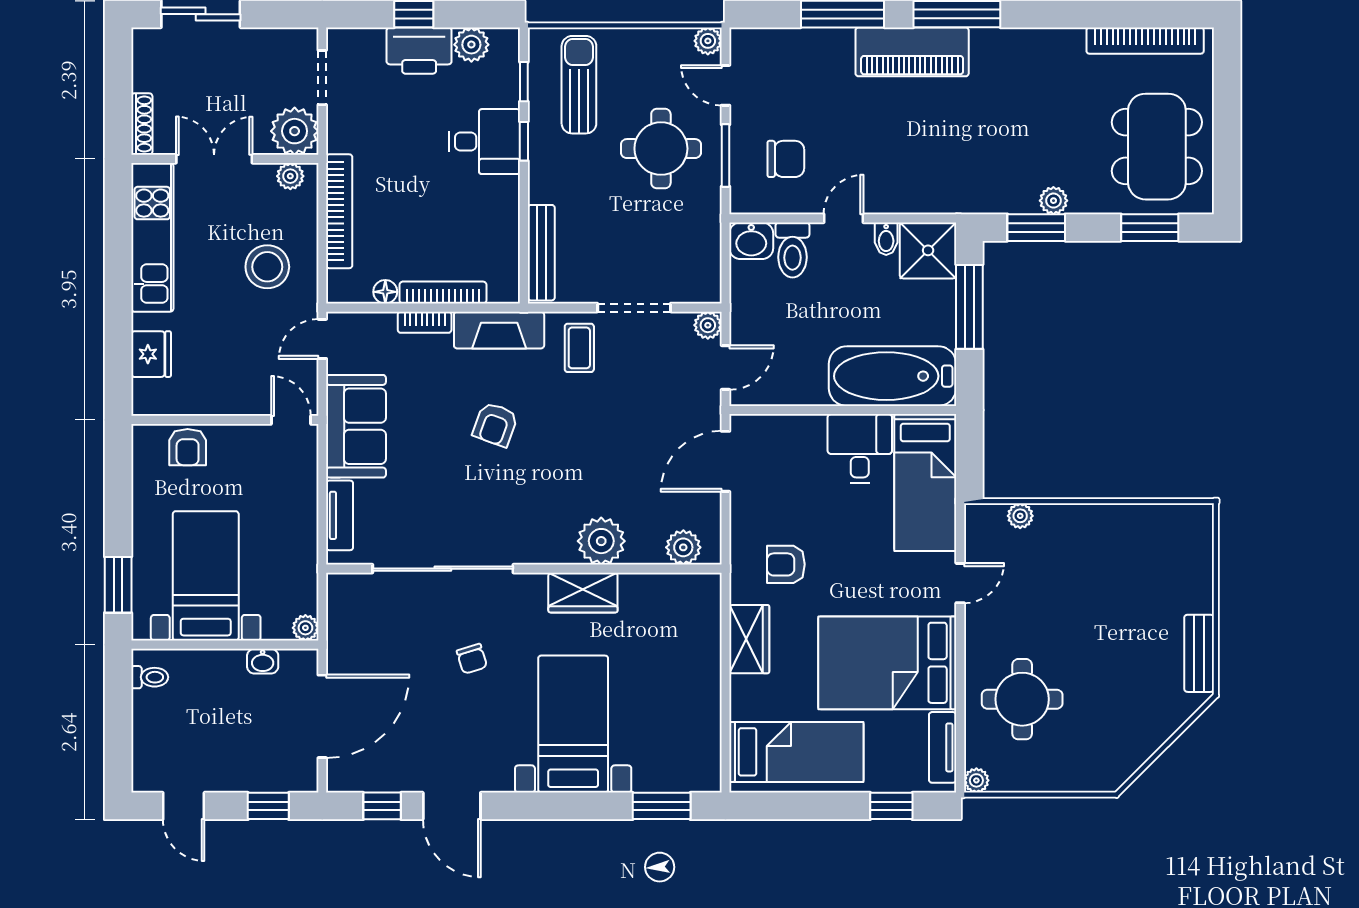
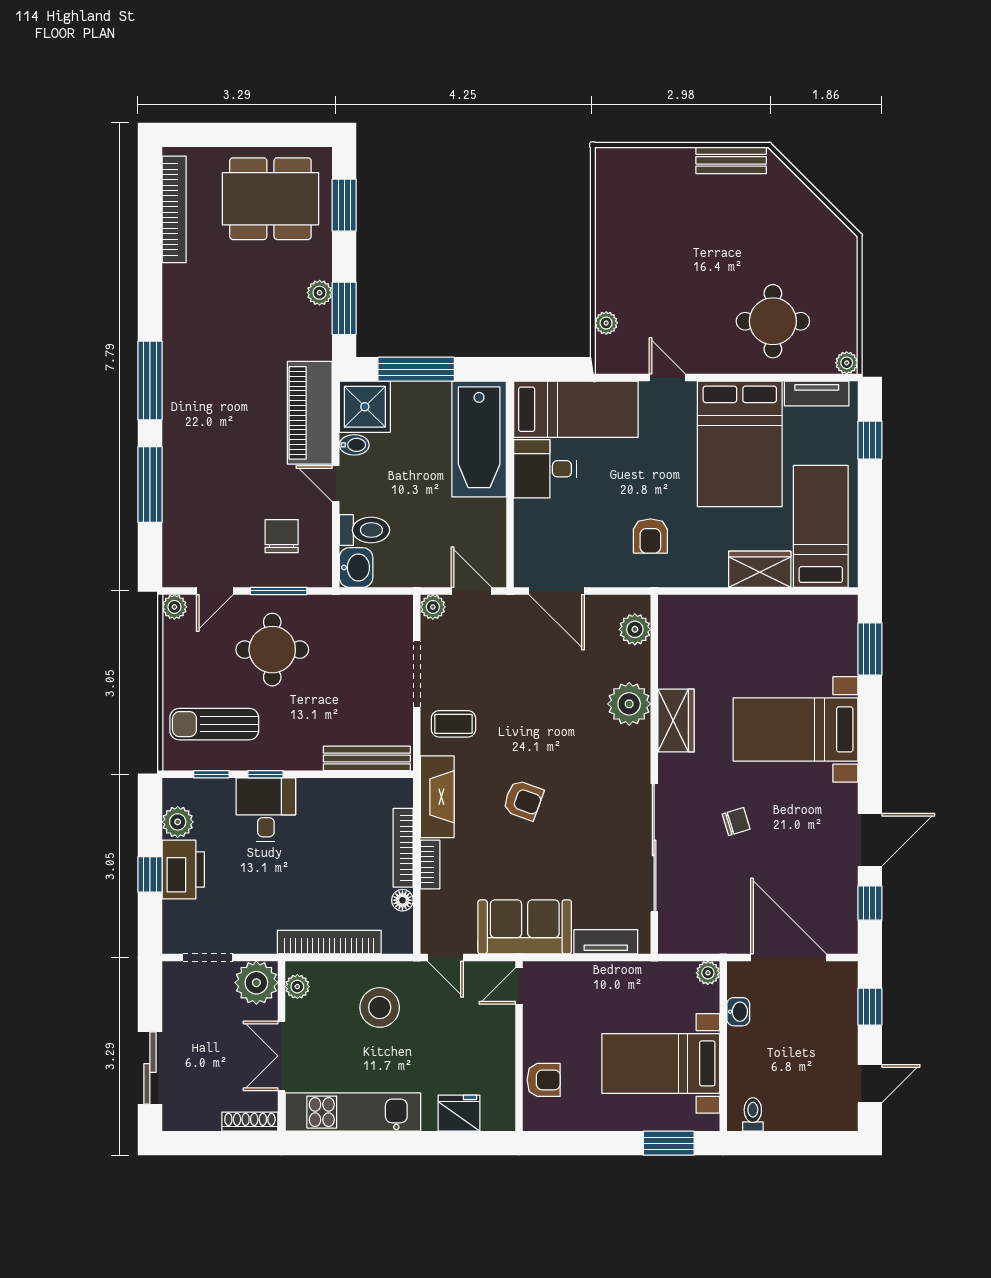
piano: (912, 52) -> (310, 413), moved, turned 180
wardrobe: (749, 639) -> (760, 569), moved

